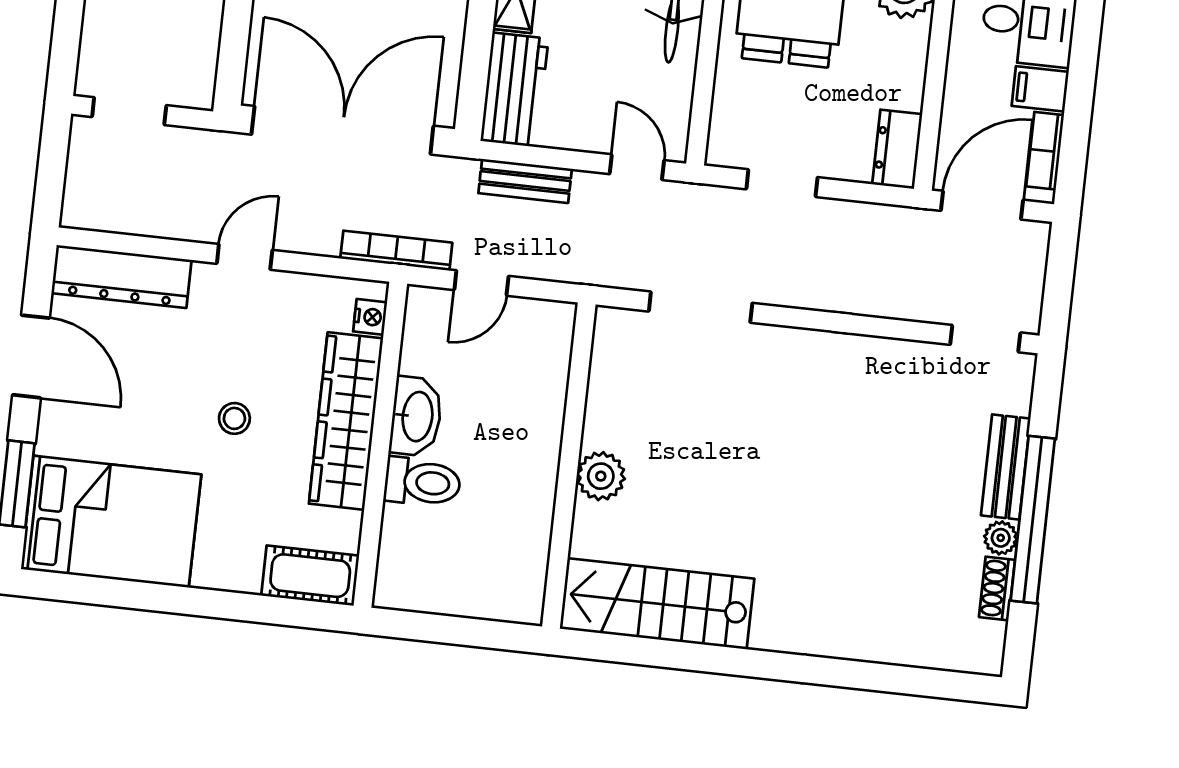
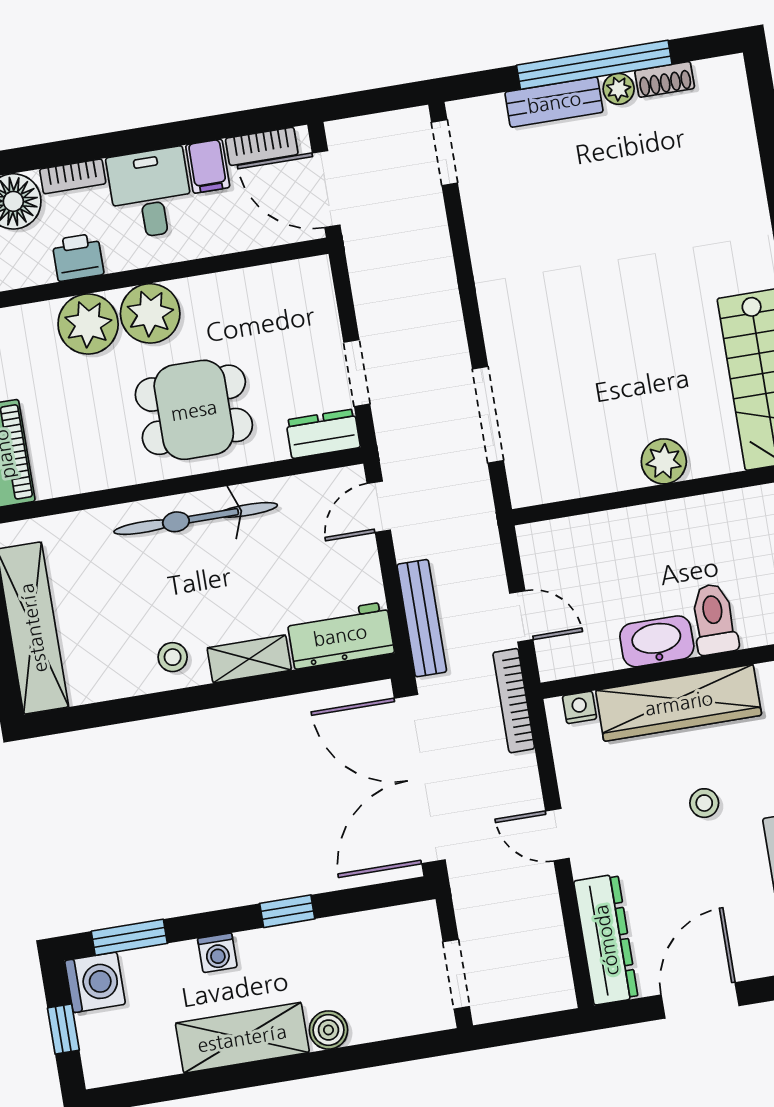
dresser: (897, 149) -> (323, 434), moved, turned 180
bench: (525, 181) -> (422, 618), width x1.36

